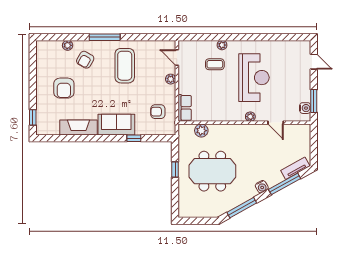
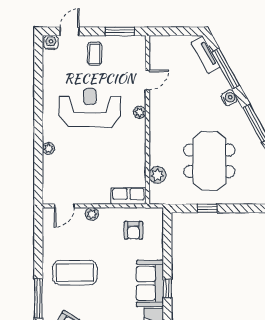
coffee table: (215, 64) -> (95, 54), moved
water cooler: (305, 108) -> (51, 42), moved
window: (134, 138) -> (167, 288), moved

